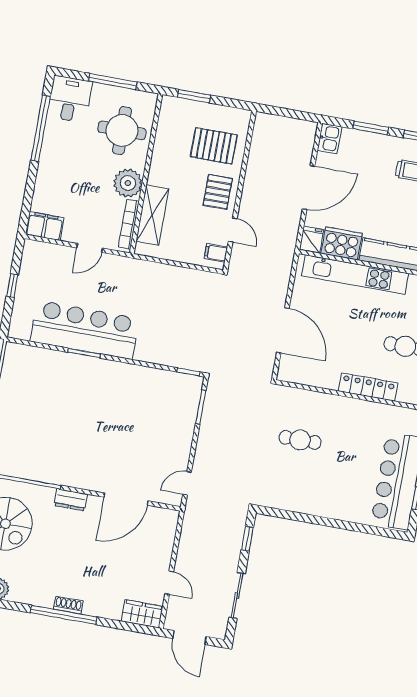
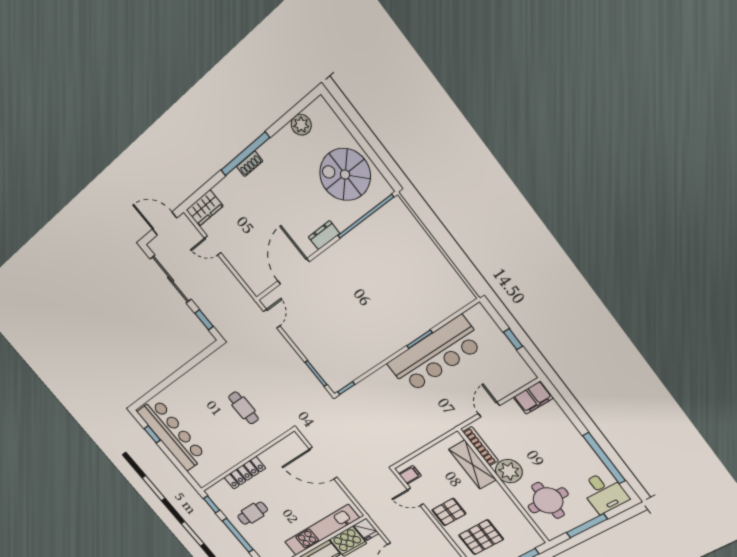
pallet: (218, 192) -> (449, 512), turned 90
cafe table: (300, 440) -> (243, 408), turned 90
sliding door: (237, 596) -> (171, 279), width x1.37

